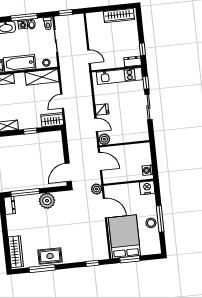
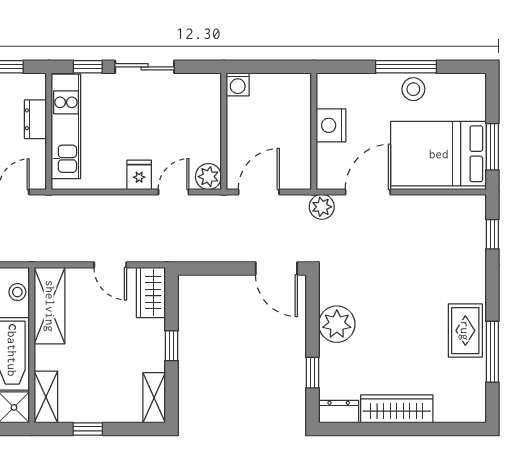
dresser: (133, 61) -> (35, 119), moved
washing machine: (147, 170) -> (238, 84), moved
nightstand: (147, 188) -> (331, 125), moved
window: (25, 193) -> (313, 373), width x0.46
wardrobe: (16, 252) -> (397, 409), moved

